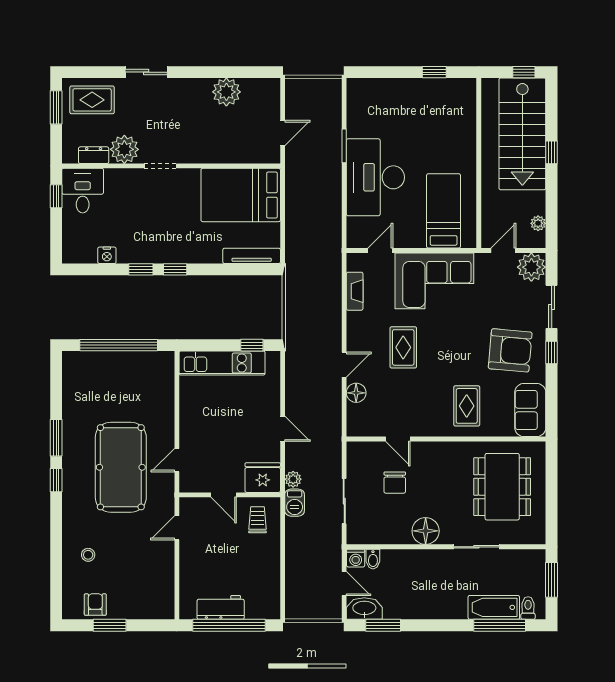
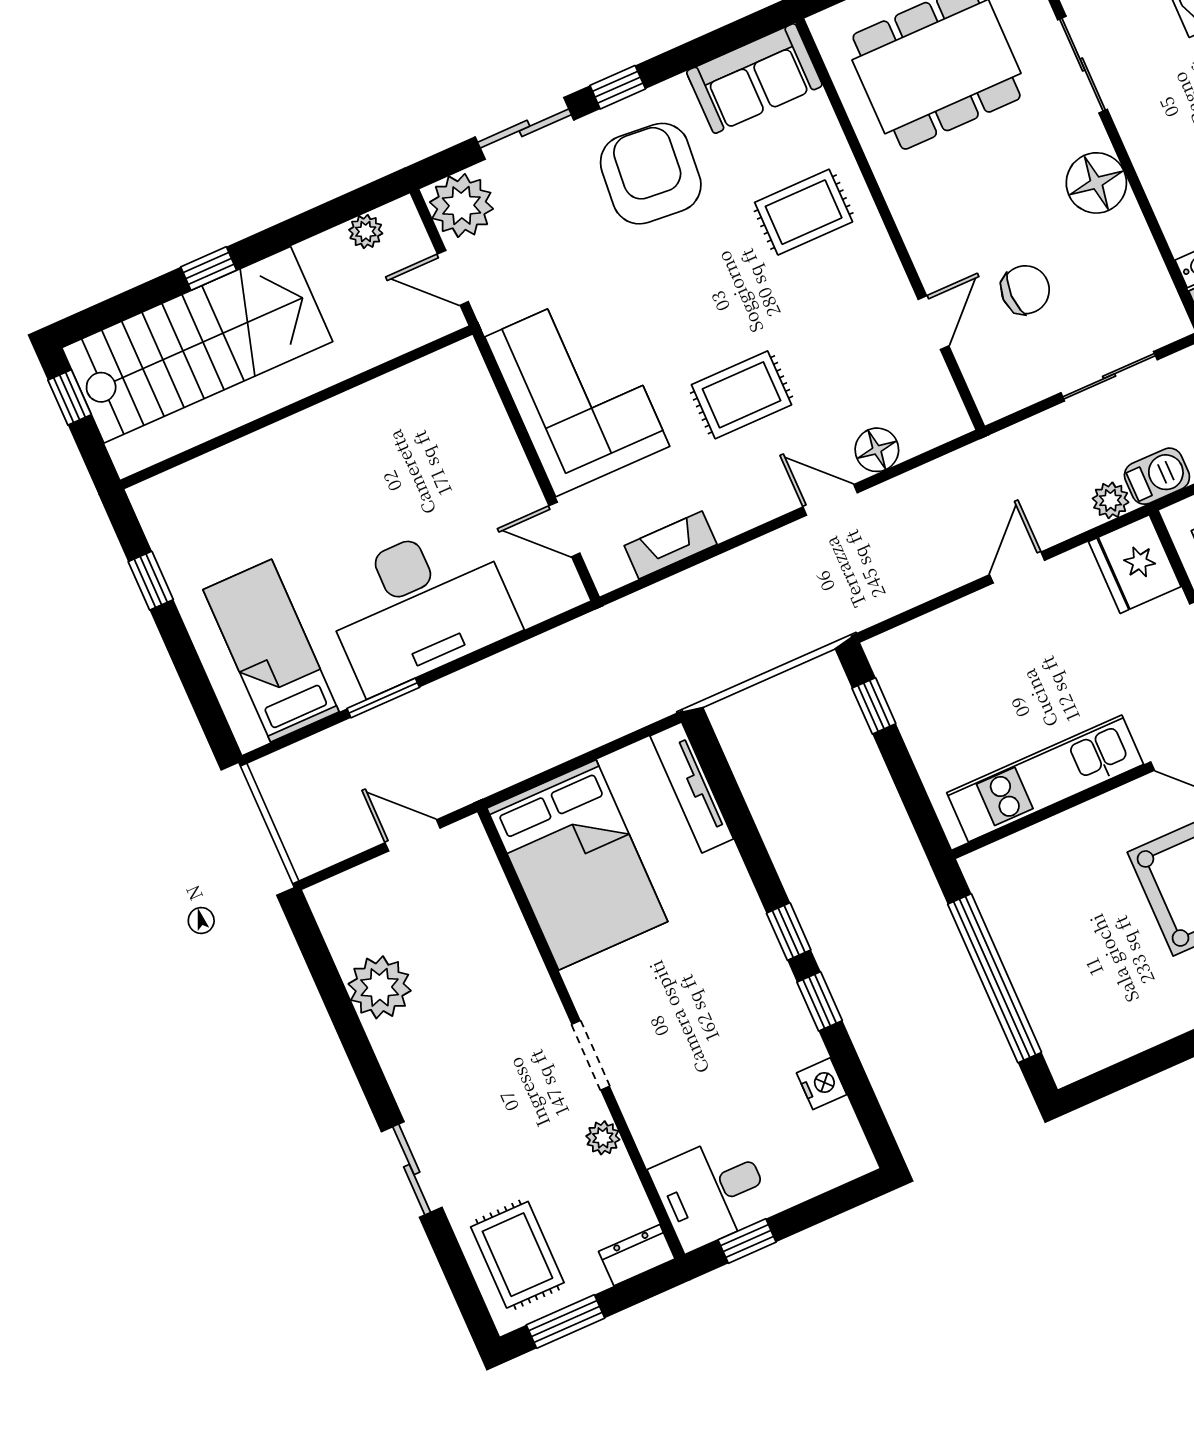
plant: (124, 149) -> (603, 1138), width x0.53, depth x0.53
dresser: (94, 155) -> (637, 1255), moved, turned 90
bed: (444, 211) -> (271, 651), moved, turned 90
kitchen unit: (222, 363) -> (1045, 779), moved, turned -90

